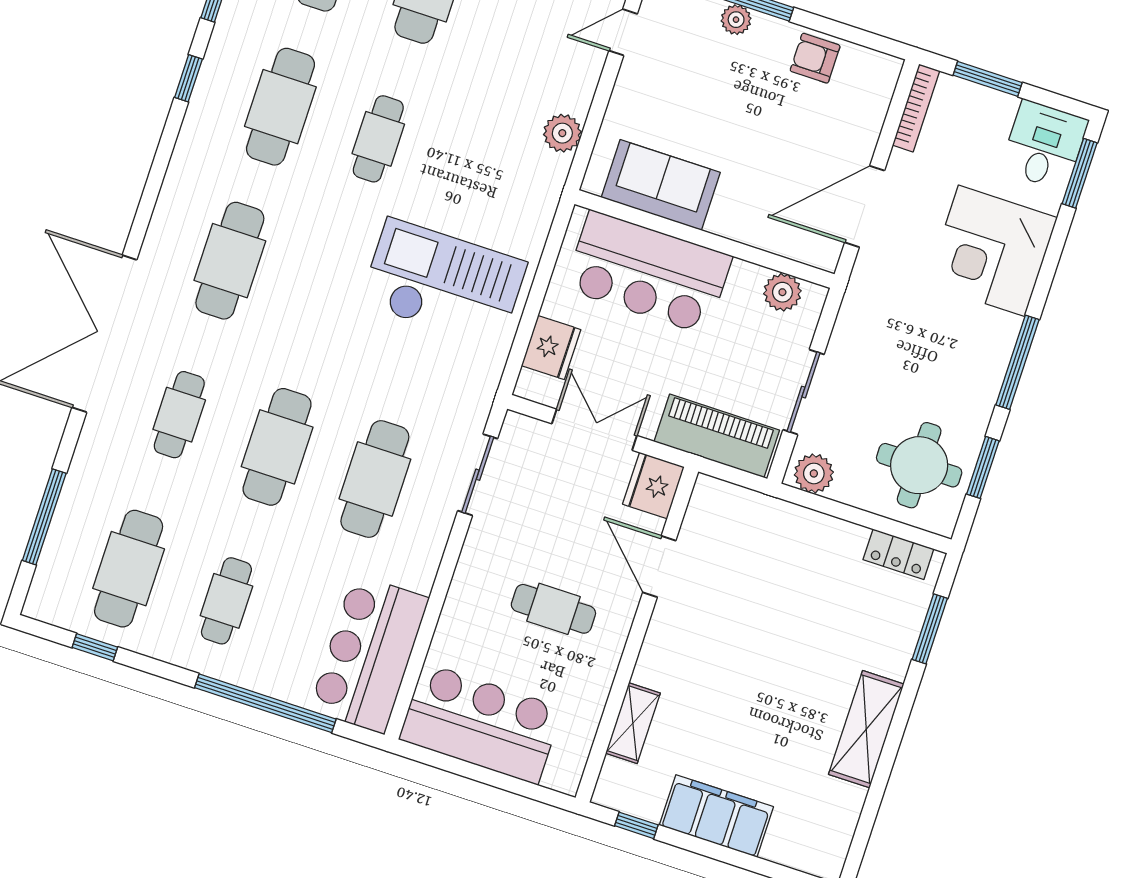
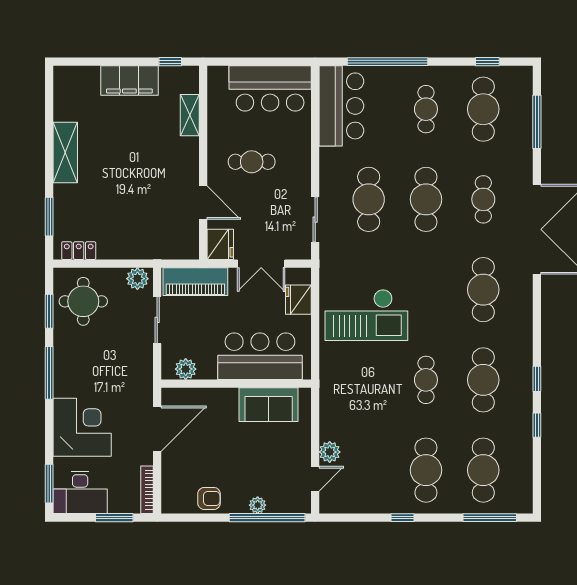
plant: (562, 133) -> (330, 452), moved
desk: (1044, 145) -> (80, 492), width x1.37

